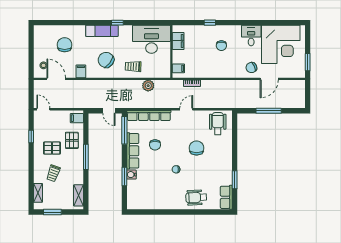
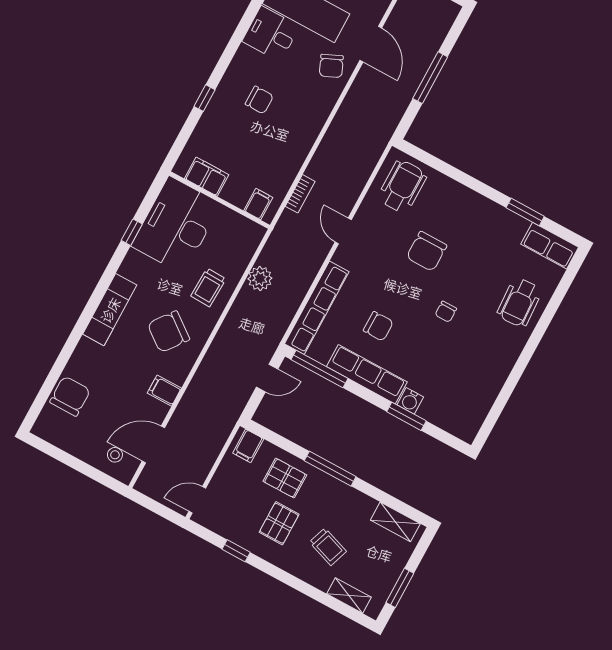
window: (117, 23) -> (132, 232), moved
chair: (65, 45) -> (70, 396), moved, turned 90
wheelchair: (218, 124) -> (402, 186), turned 90
chair: (197, 148) -> (427, 251), turned -90

